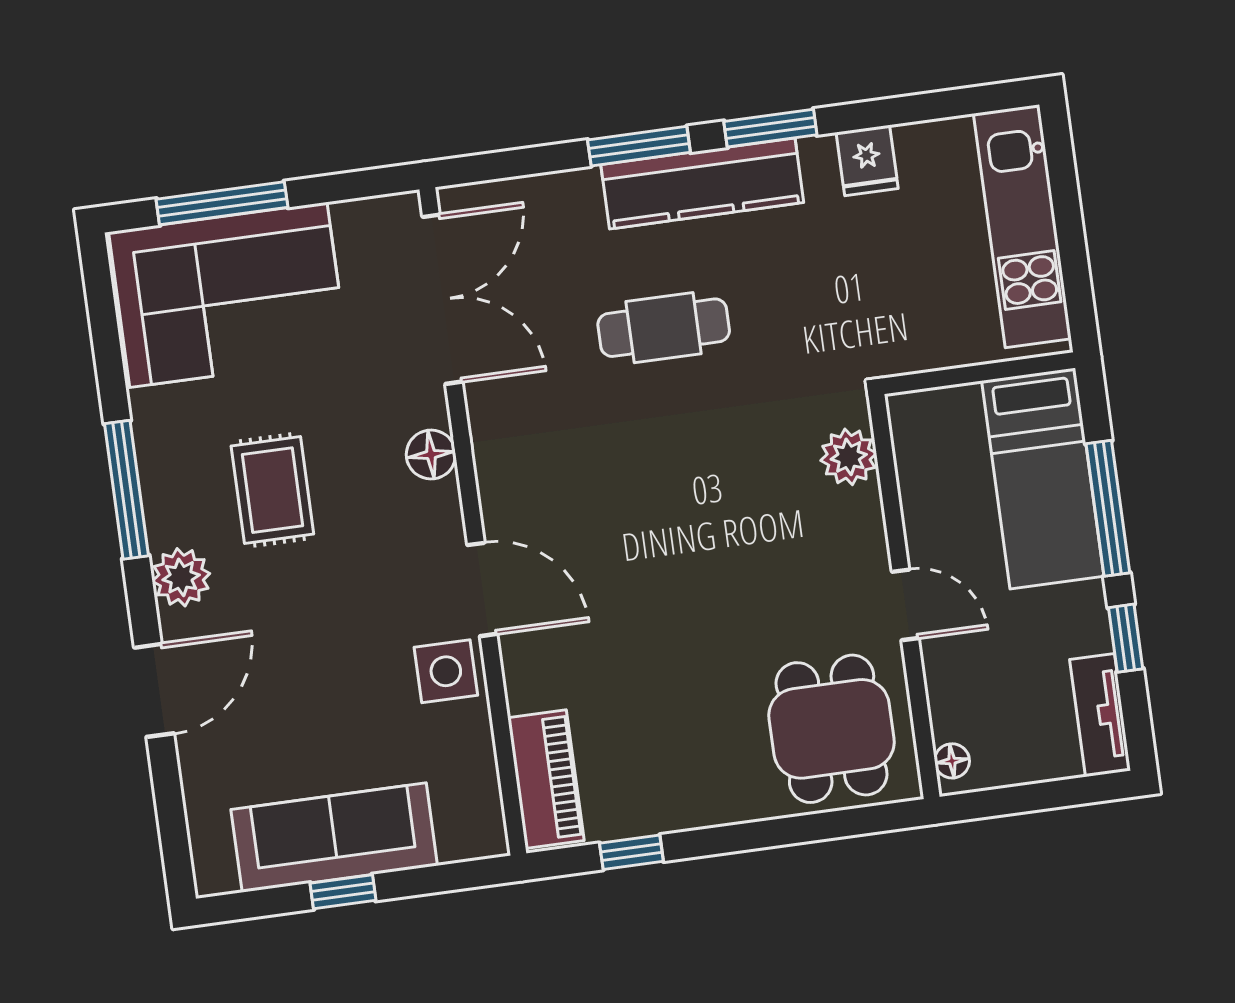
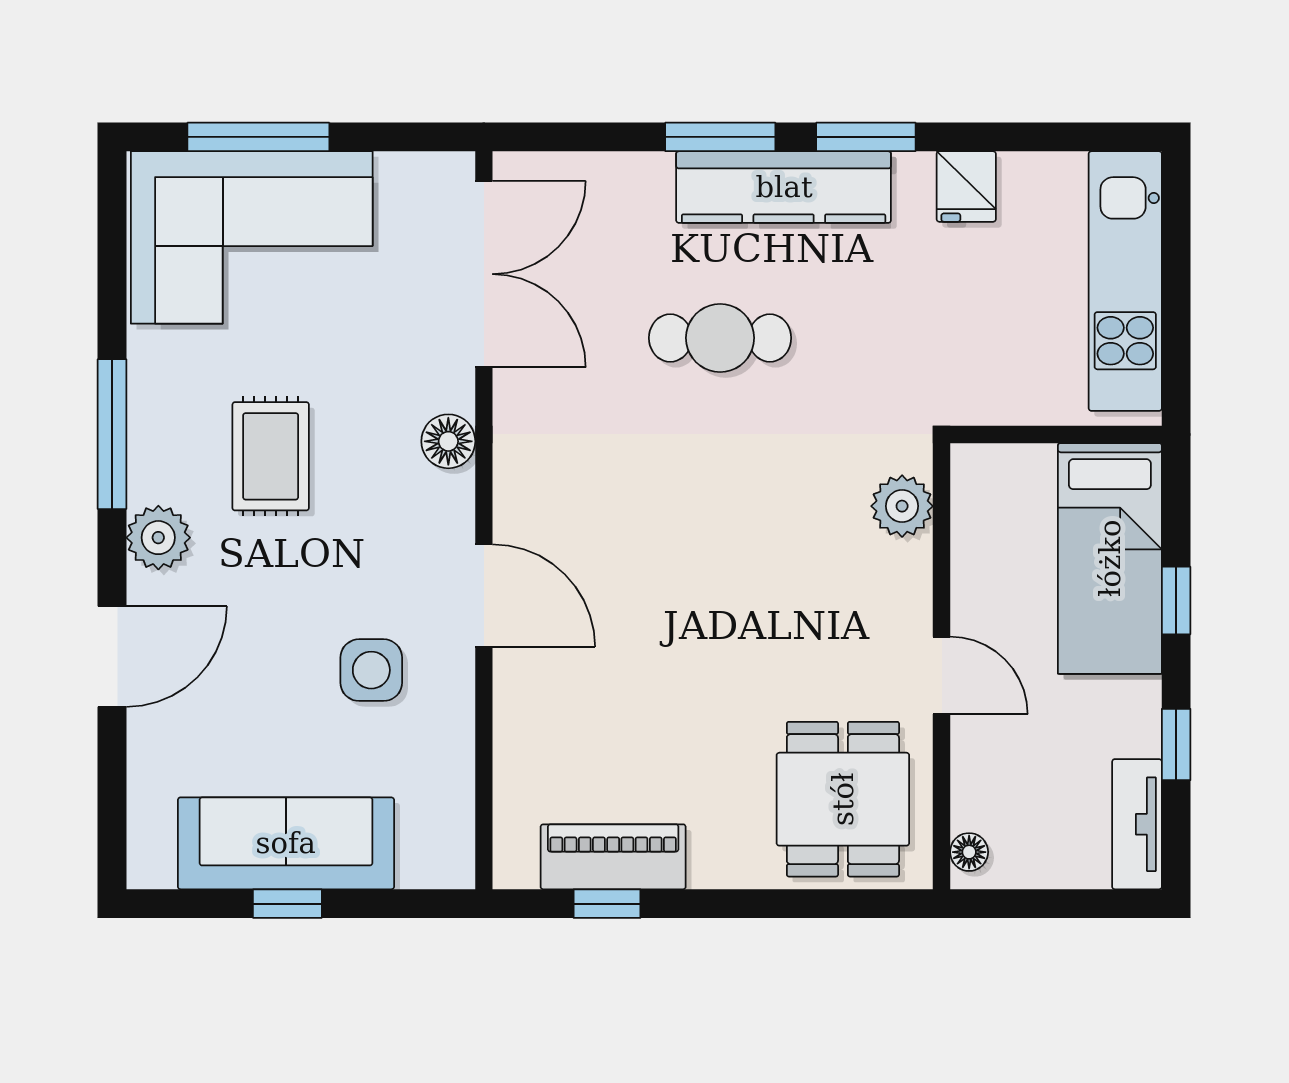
window: (1108, 508) -> (1176, 601), width x0.46
side table: (446, 671) -> (371, 670), moved
piano: (546, 779) -> (613, 857), moved, turned -90

